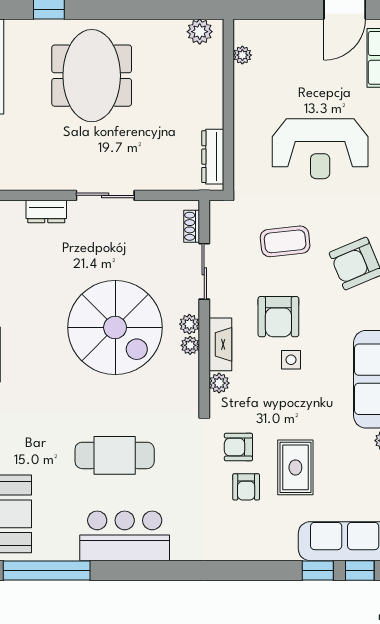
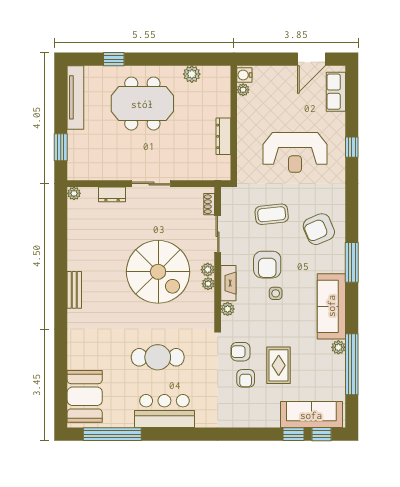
plant: (200, 32) -> (192, 74), moved
water cooler: (244, 33) -> (244, 75), added
meeting table: (92, 76) -> (142, 104), turned 90
dresser: (213, 157) -> (223, 136), moved

